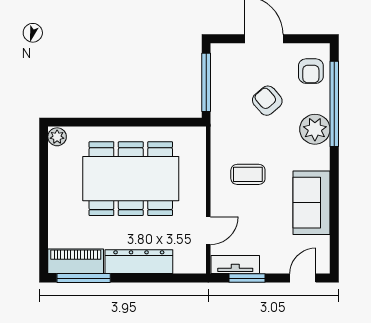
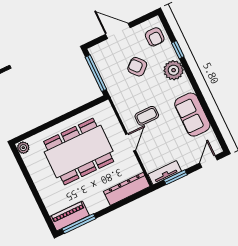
window: (334, 104) -> (178, 50), width x0.32
door: (208, 231) -> (131, 142), moved
dresser: (139, 262) -> (127, 189), moved

